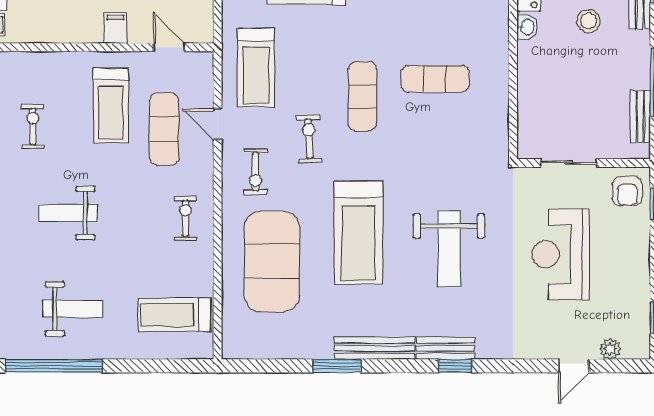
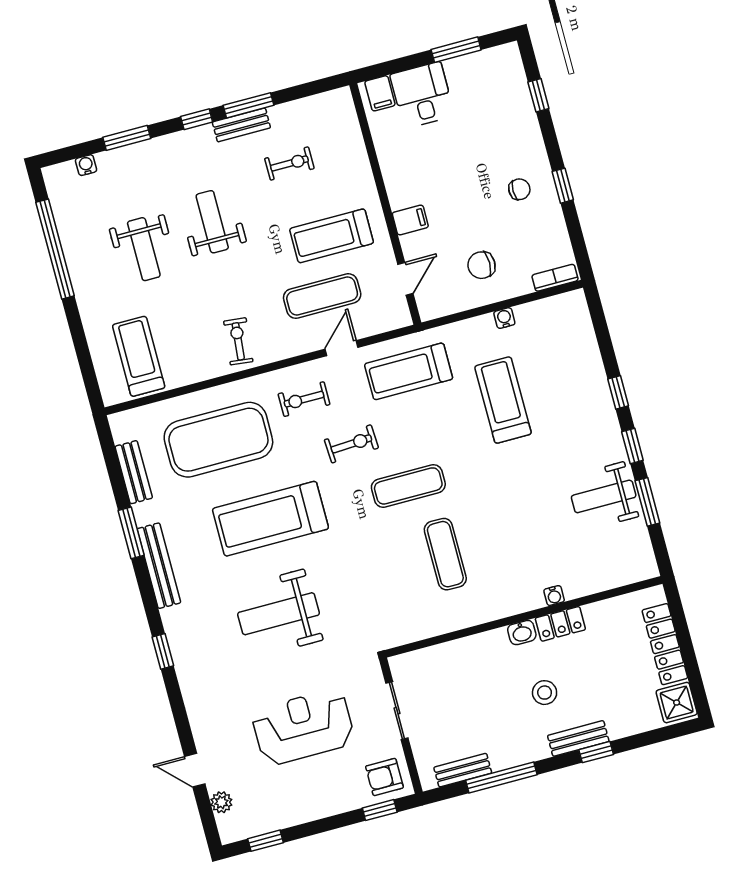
exercise bike: (185, 218) -> (238, 341), turned -84
weight bench: (73, 309) -> (144, 249), moved
bench: (446, 348) -> (134, 472), moved

